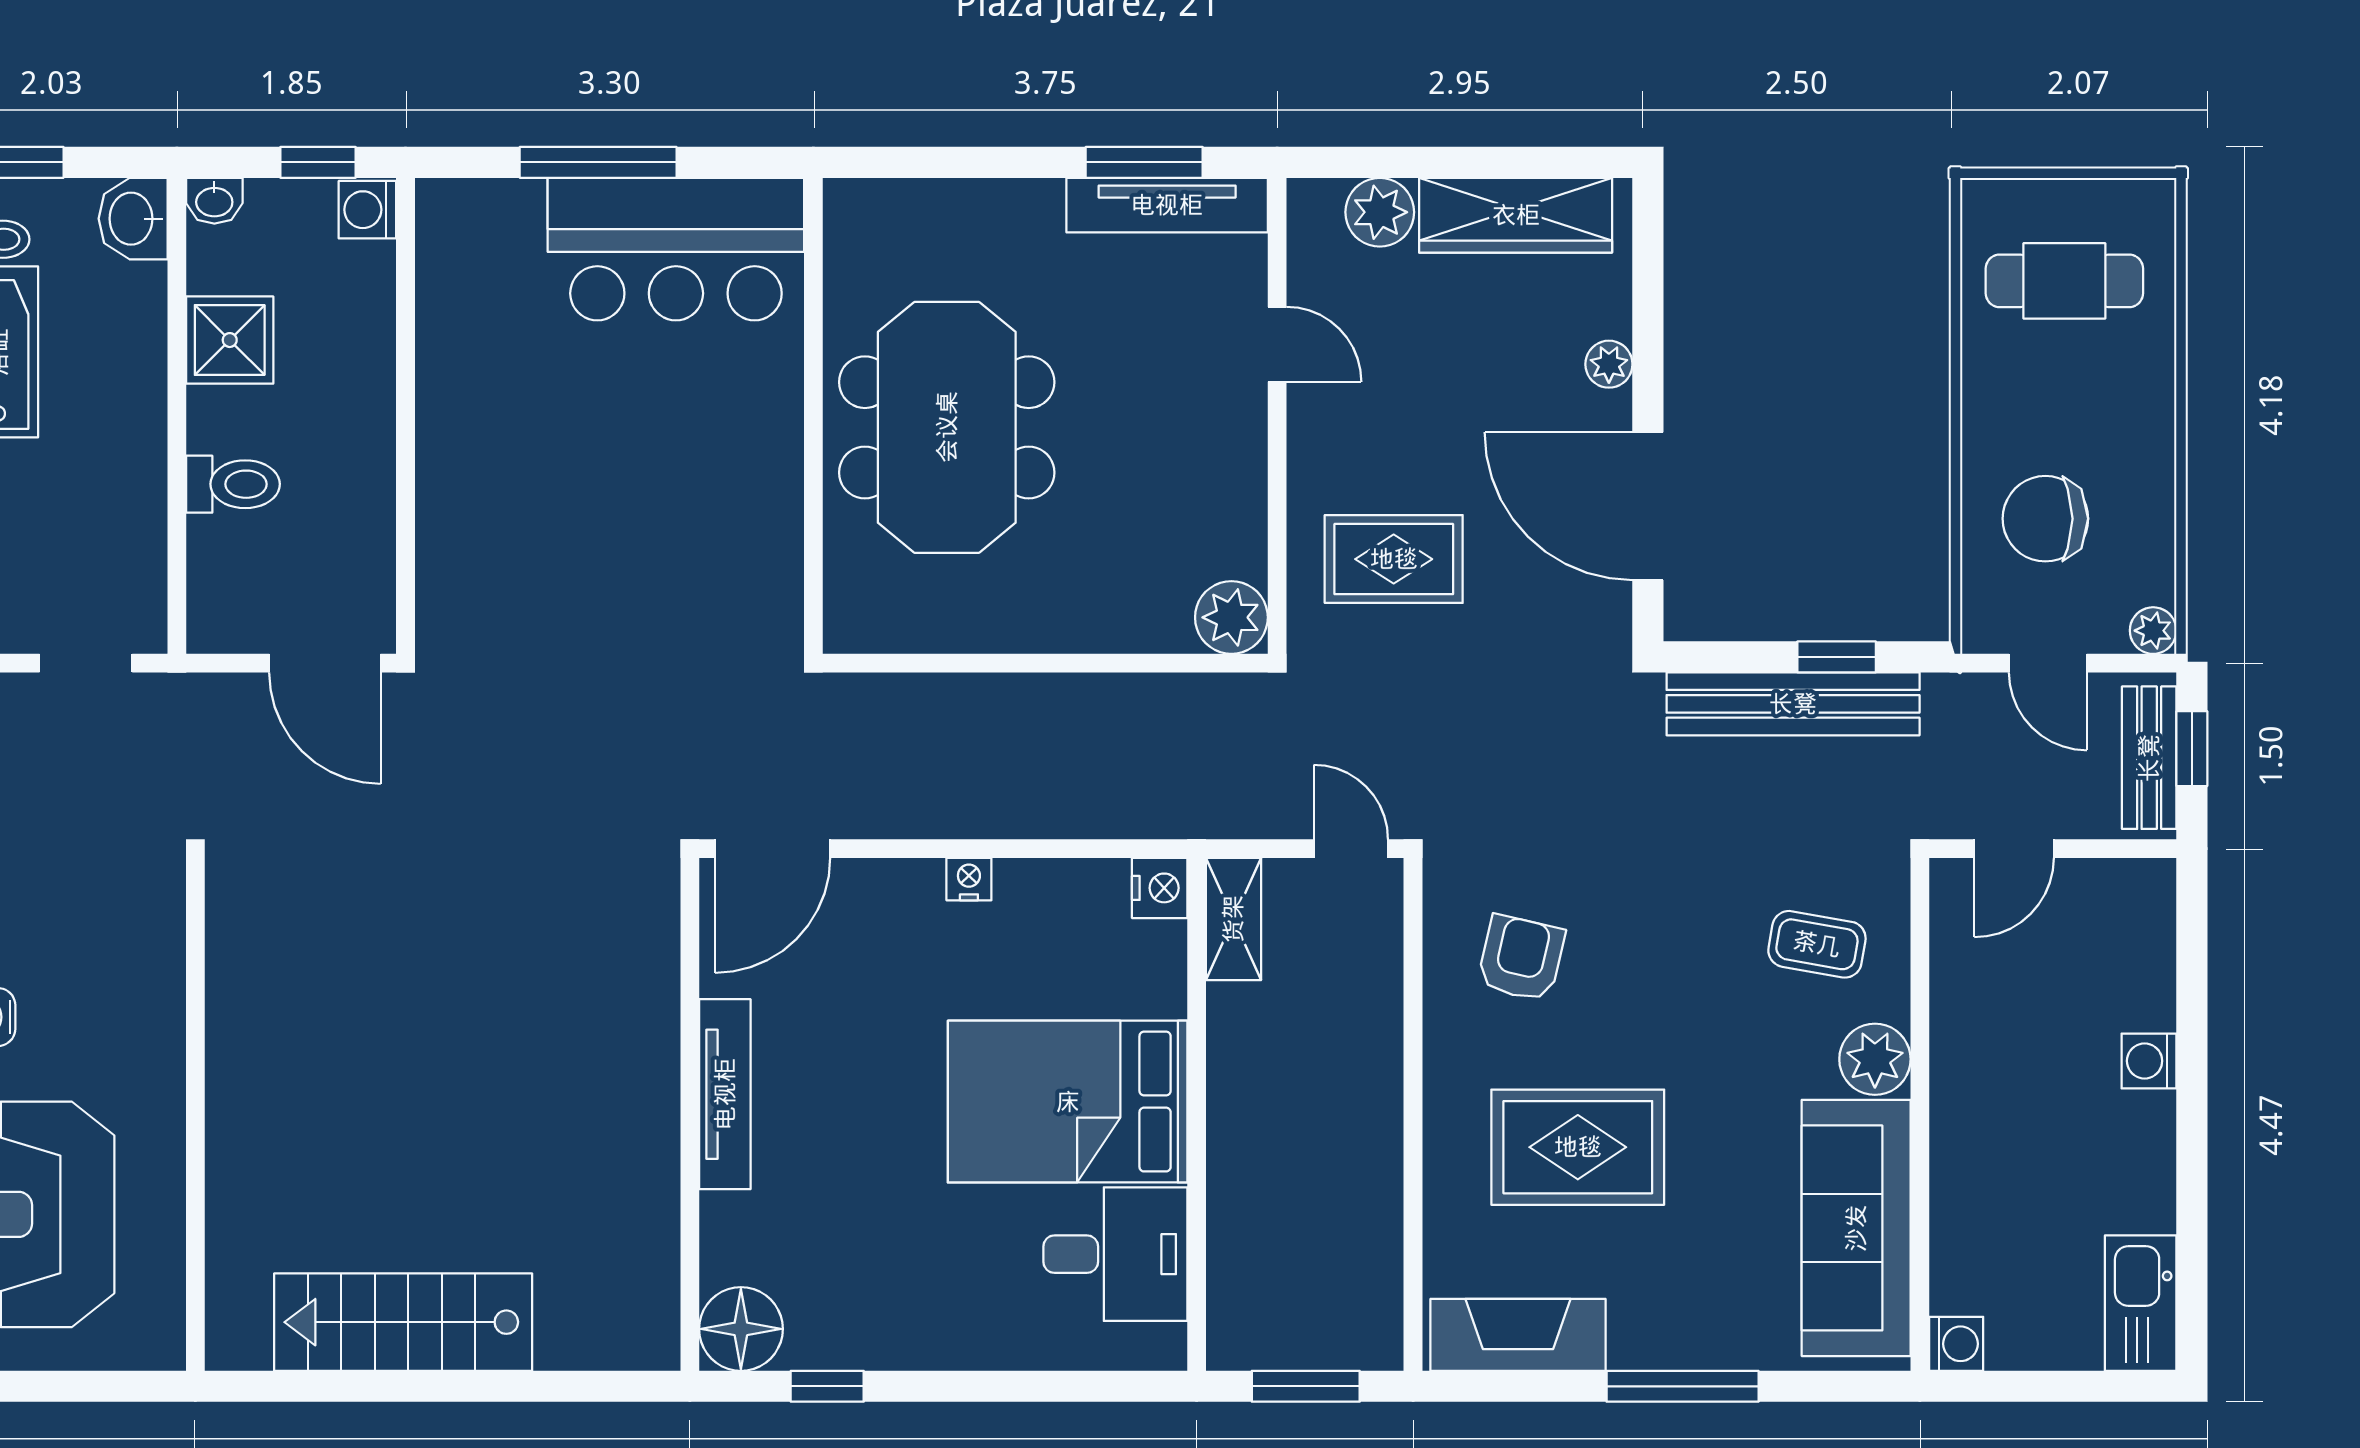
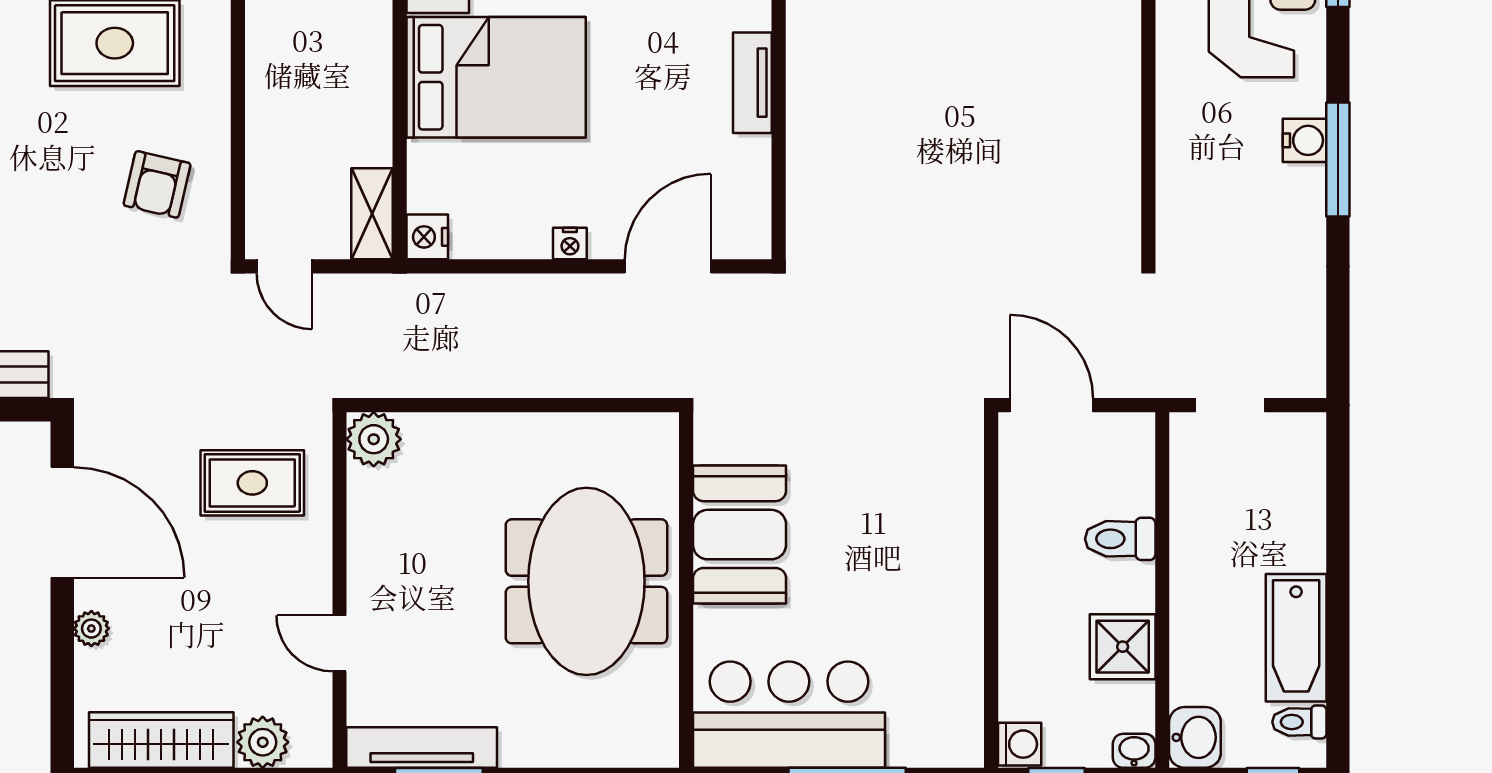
booth: (742, 490) -> (740, 535), added
door: (773, 849) -> (668, 266), moved
tv unit: (725, 1094) -> (752, 83), width x0.71

